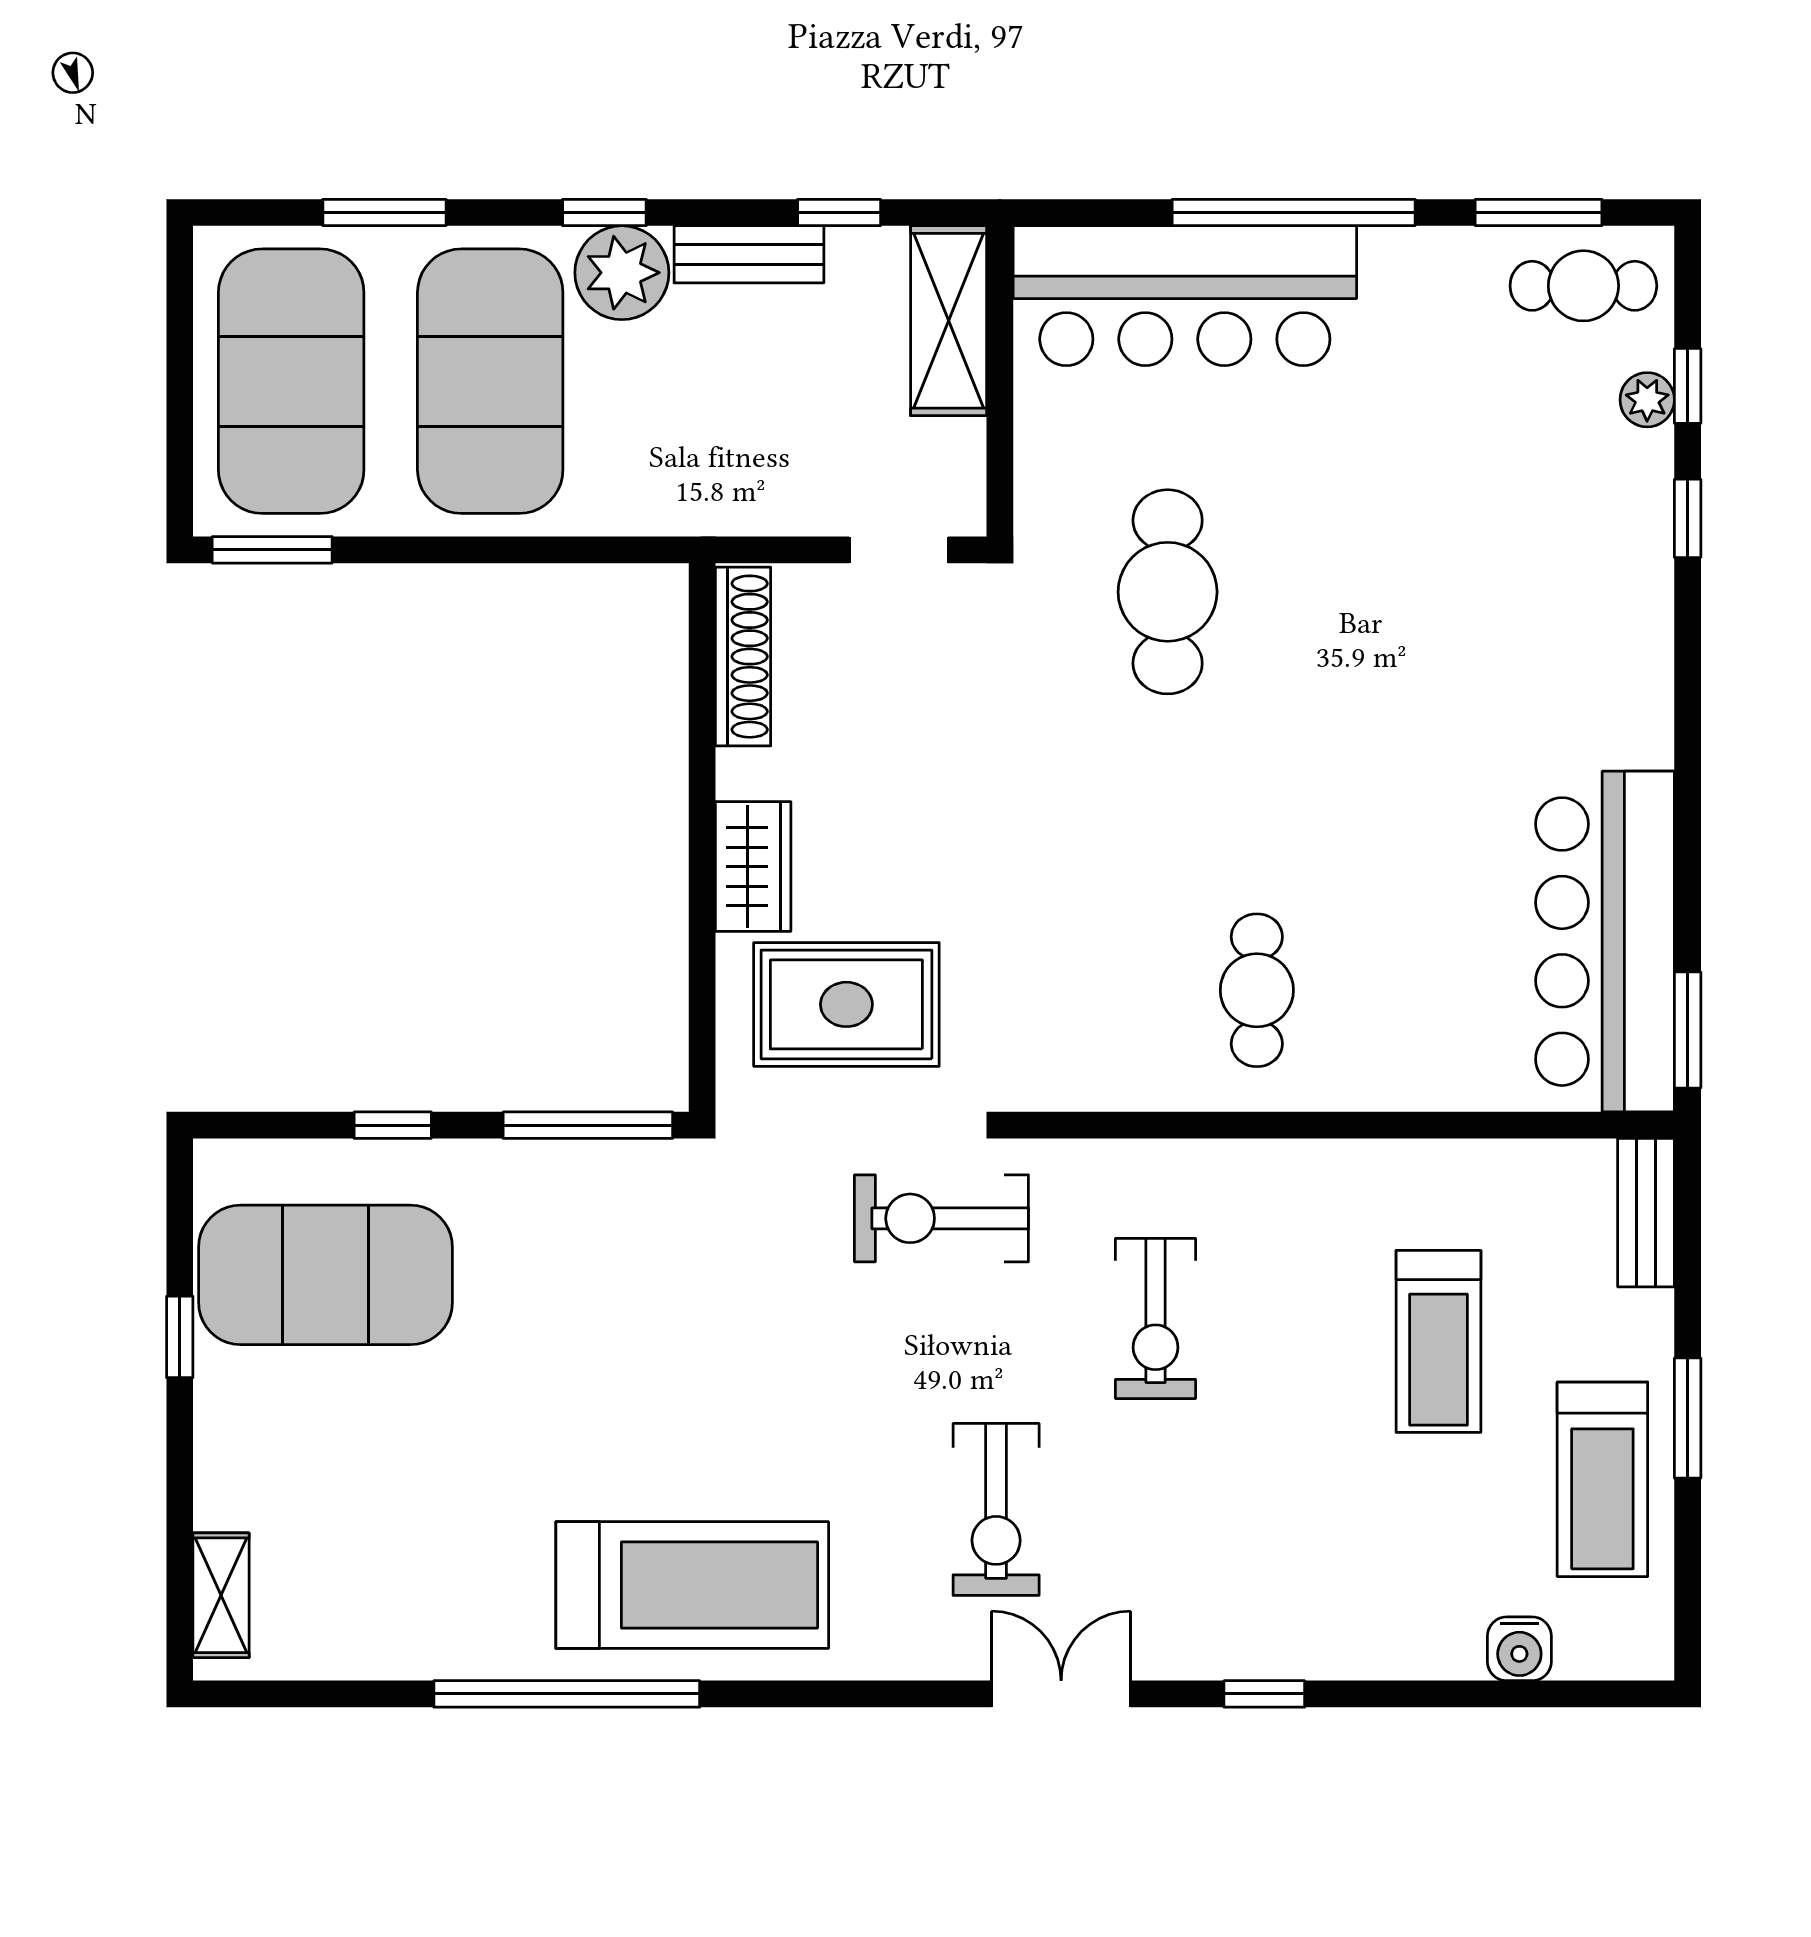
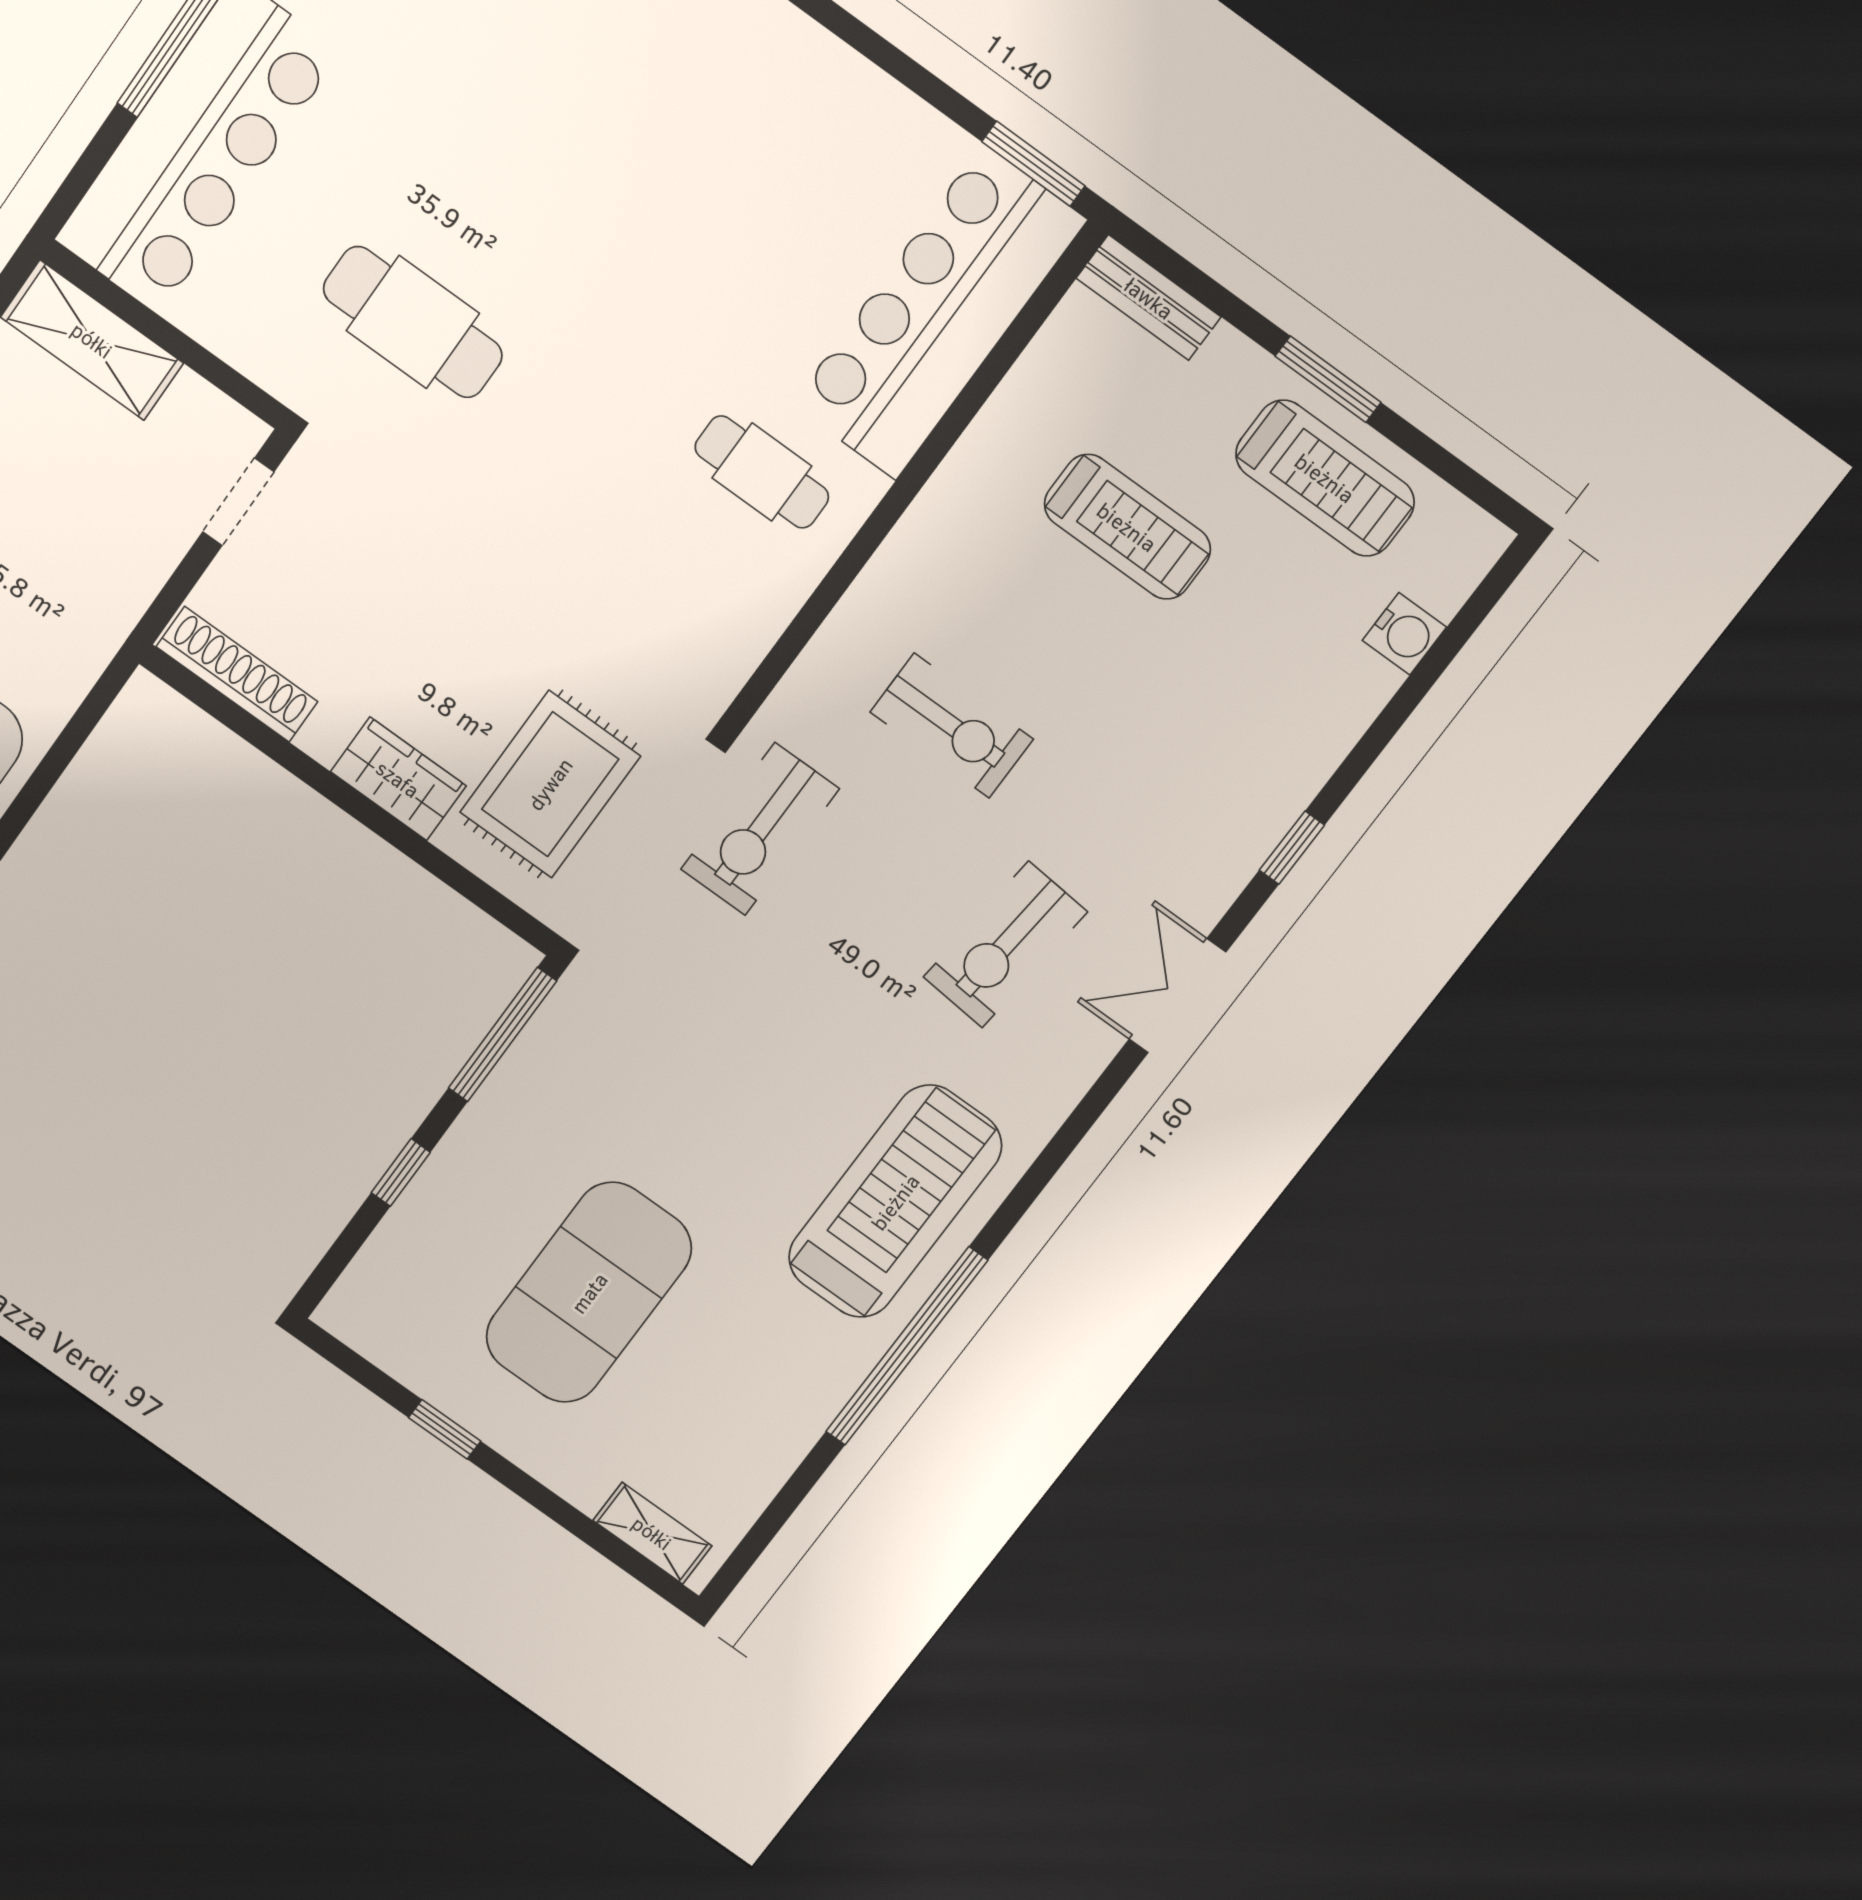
bar counter: (1605, 942) -> (939, 313), moved, turned 90
exercise mat: (325, 1275) -> (589, 1293), moved
exercise bike: (996, 1509) -> (1005, 945), turned 95

